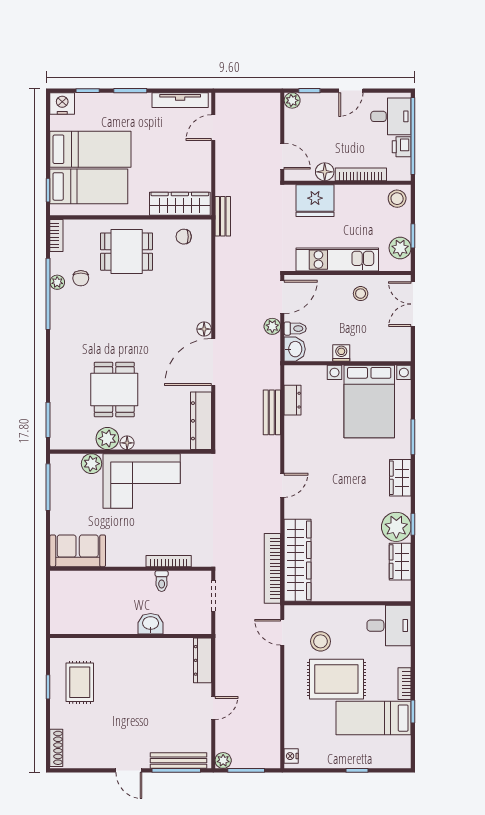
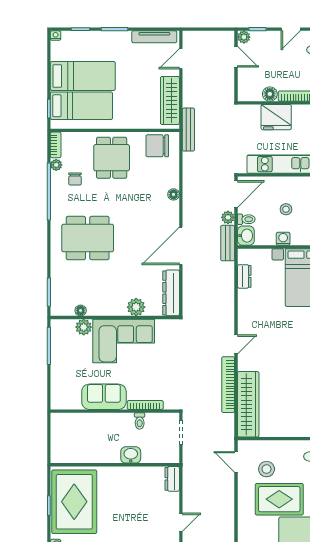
nightstand: (62, 103) -> (56, 36), width x0.53, depth x0.56
door: (282, 156) -> (236, 57), moved
fridge: (315, 201) -> (276, 117), moved
wardrobe: (180, 204) -> (170, 100), moved, turned -90
bench: (223, 216) -> (188, 130), width x1.36
chair: (184, 237) -> (157, 146), width x1.87, depth x1.87
dining table: (127, 252) -> (112, 158), turned 90
plant: (57, 282) -> (56, 165), moved
stool: (361, 294) -> (286, 209), moved
floor lamp: (204, 329) -> (174, 194), moved
dining table: (114, 390) -> (88, 238), moved, width x1.37
bench: (272, 412) -> (228, 243), moved
plant: (107, 439) -> (136, 307), moved
floor lamp: (127, 443) -> (81, 310), moved
sofa: (78, 551) -> (104, 397), moved
bookcase: (272, 568) -> (228, 385), moved
dresser: (202, 660) -> (172, 479), width x0.70
rug: (80, 682) -> (74, 502), width x1.86, depth x2.06

